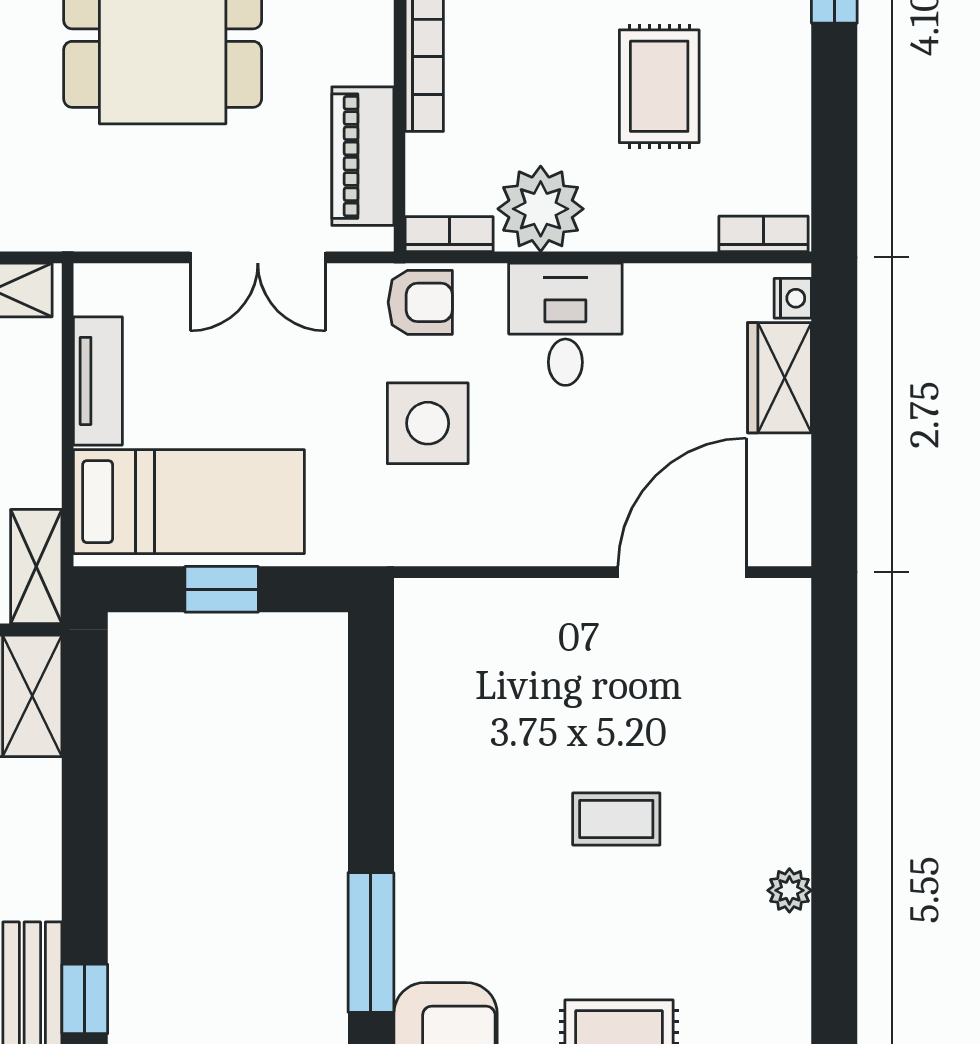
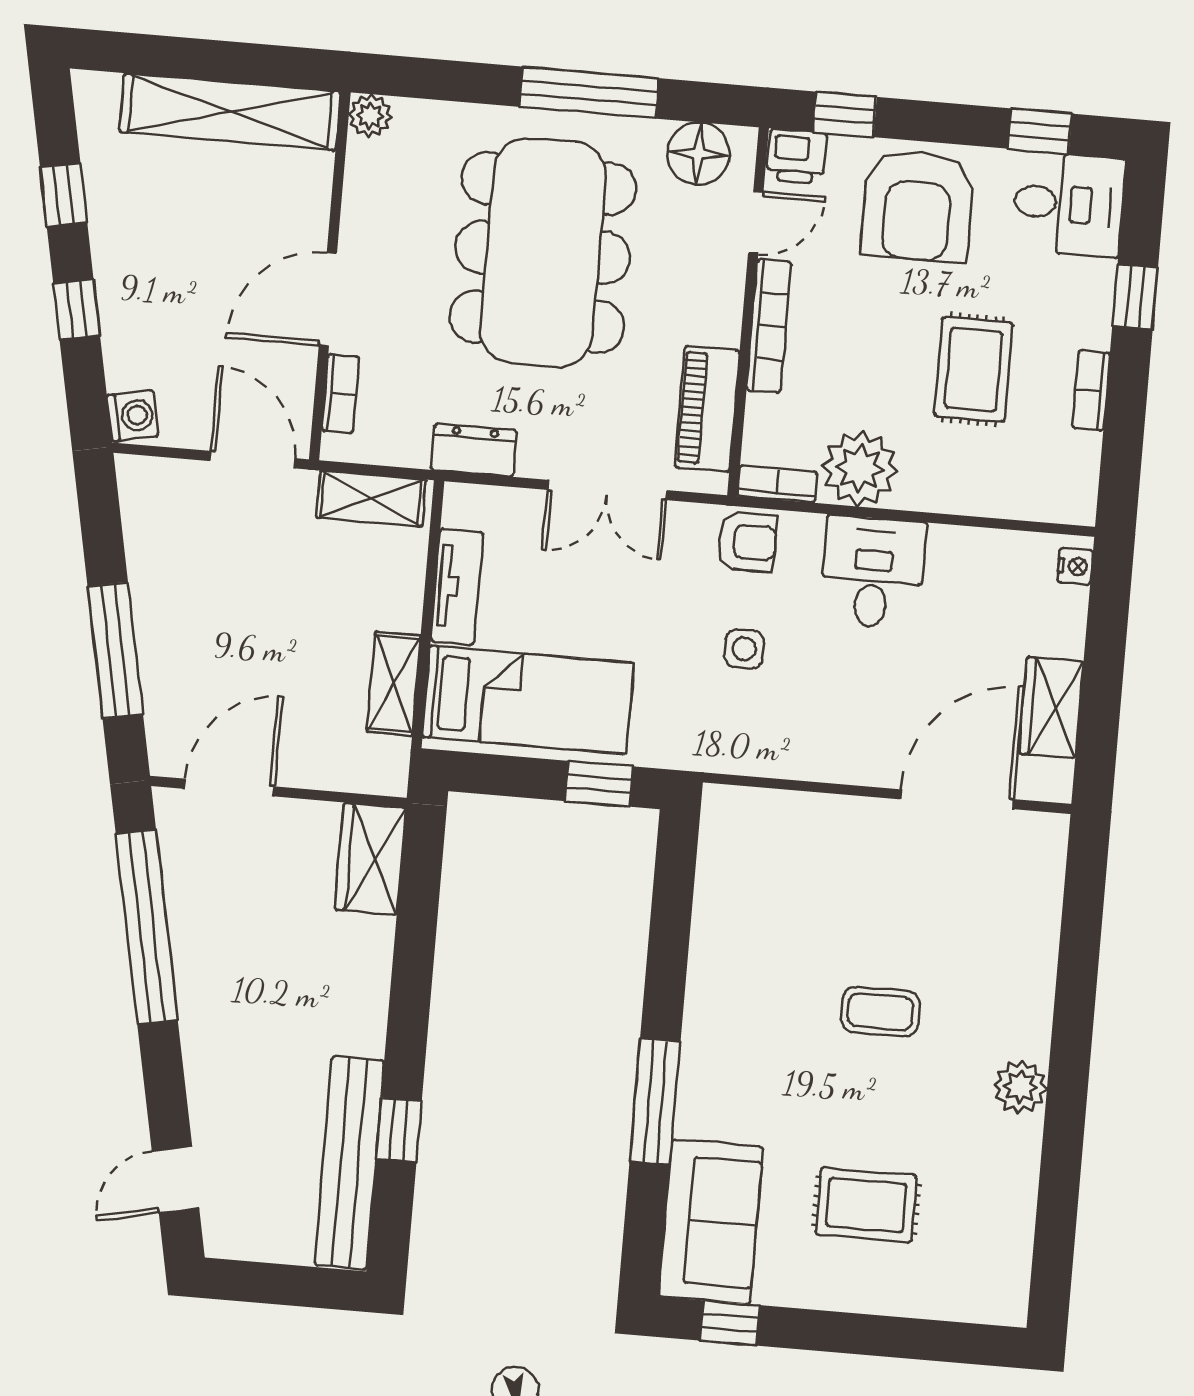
dresser: (104, 225) -> (474, 450), added
bookcase: (763, 234) -> (1091, 390), moved, turned -90
wardrobe: (779, 378) -> (1051, 707), moved
side table: (428, 423) -> (744, 649), width x0.54, depth x0.54
shelving: (36, 567) -> (394, 684), moved
window: (222, 589) -> (599, 784), moved
plant: (789, 890) -> (1020, 1087), width x1.38, depth x1.38

